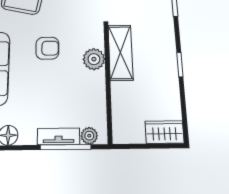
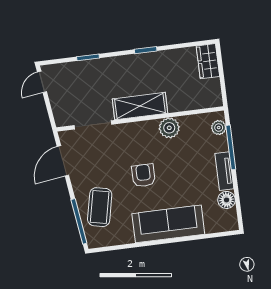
plant: (94, 59) -> (169, 128), moved
tv unit: (58, 136) -> (224, 171), moved

